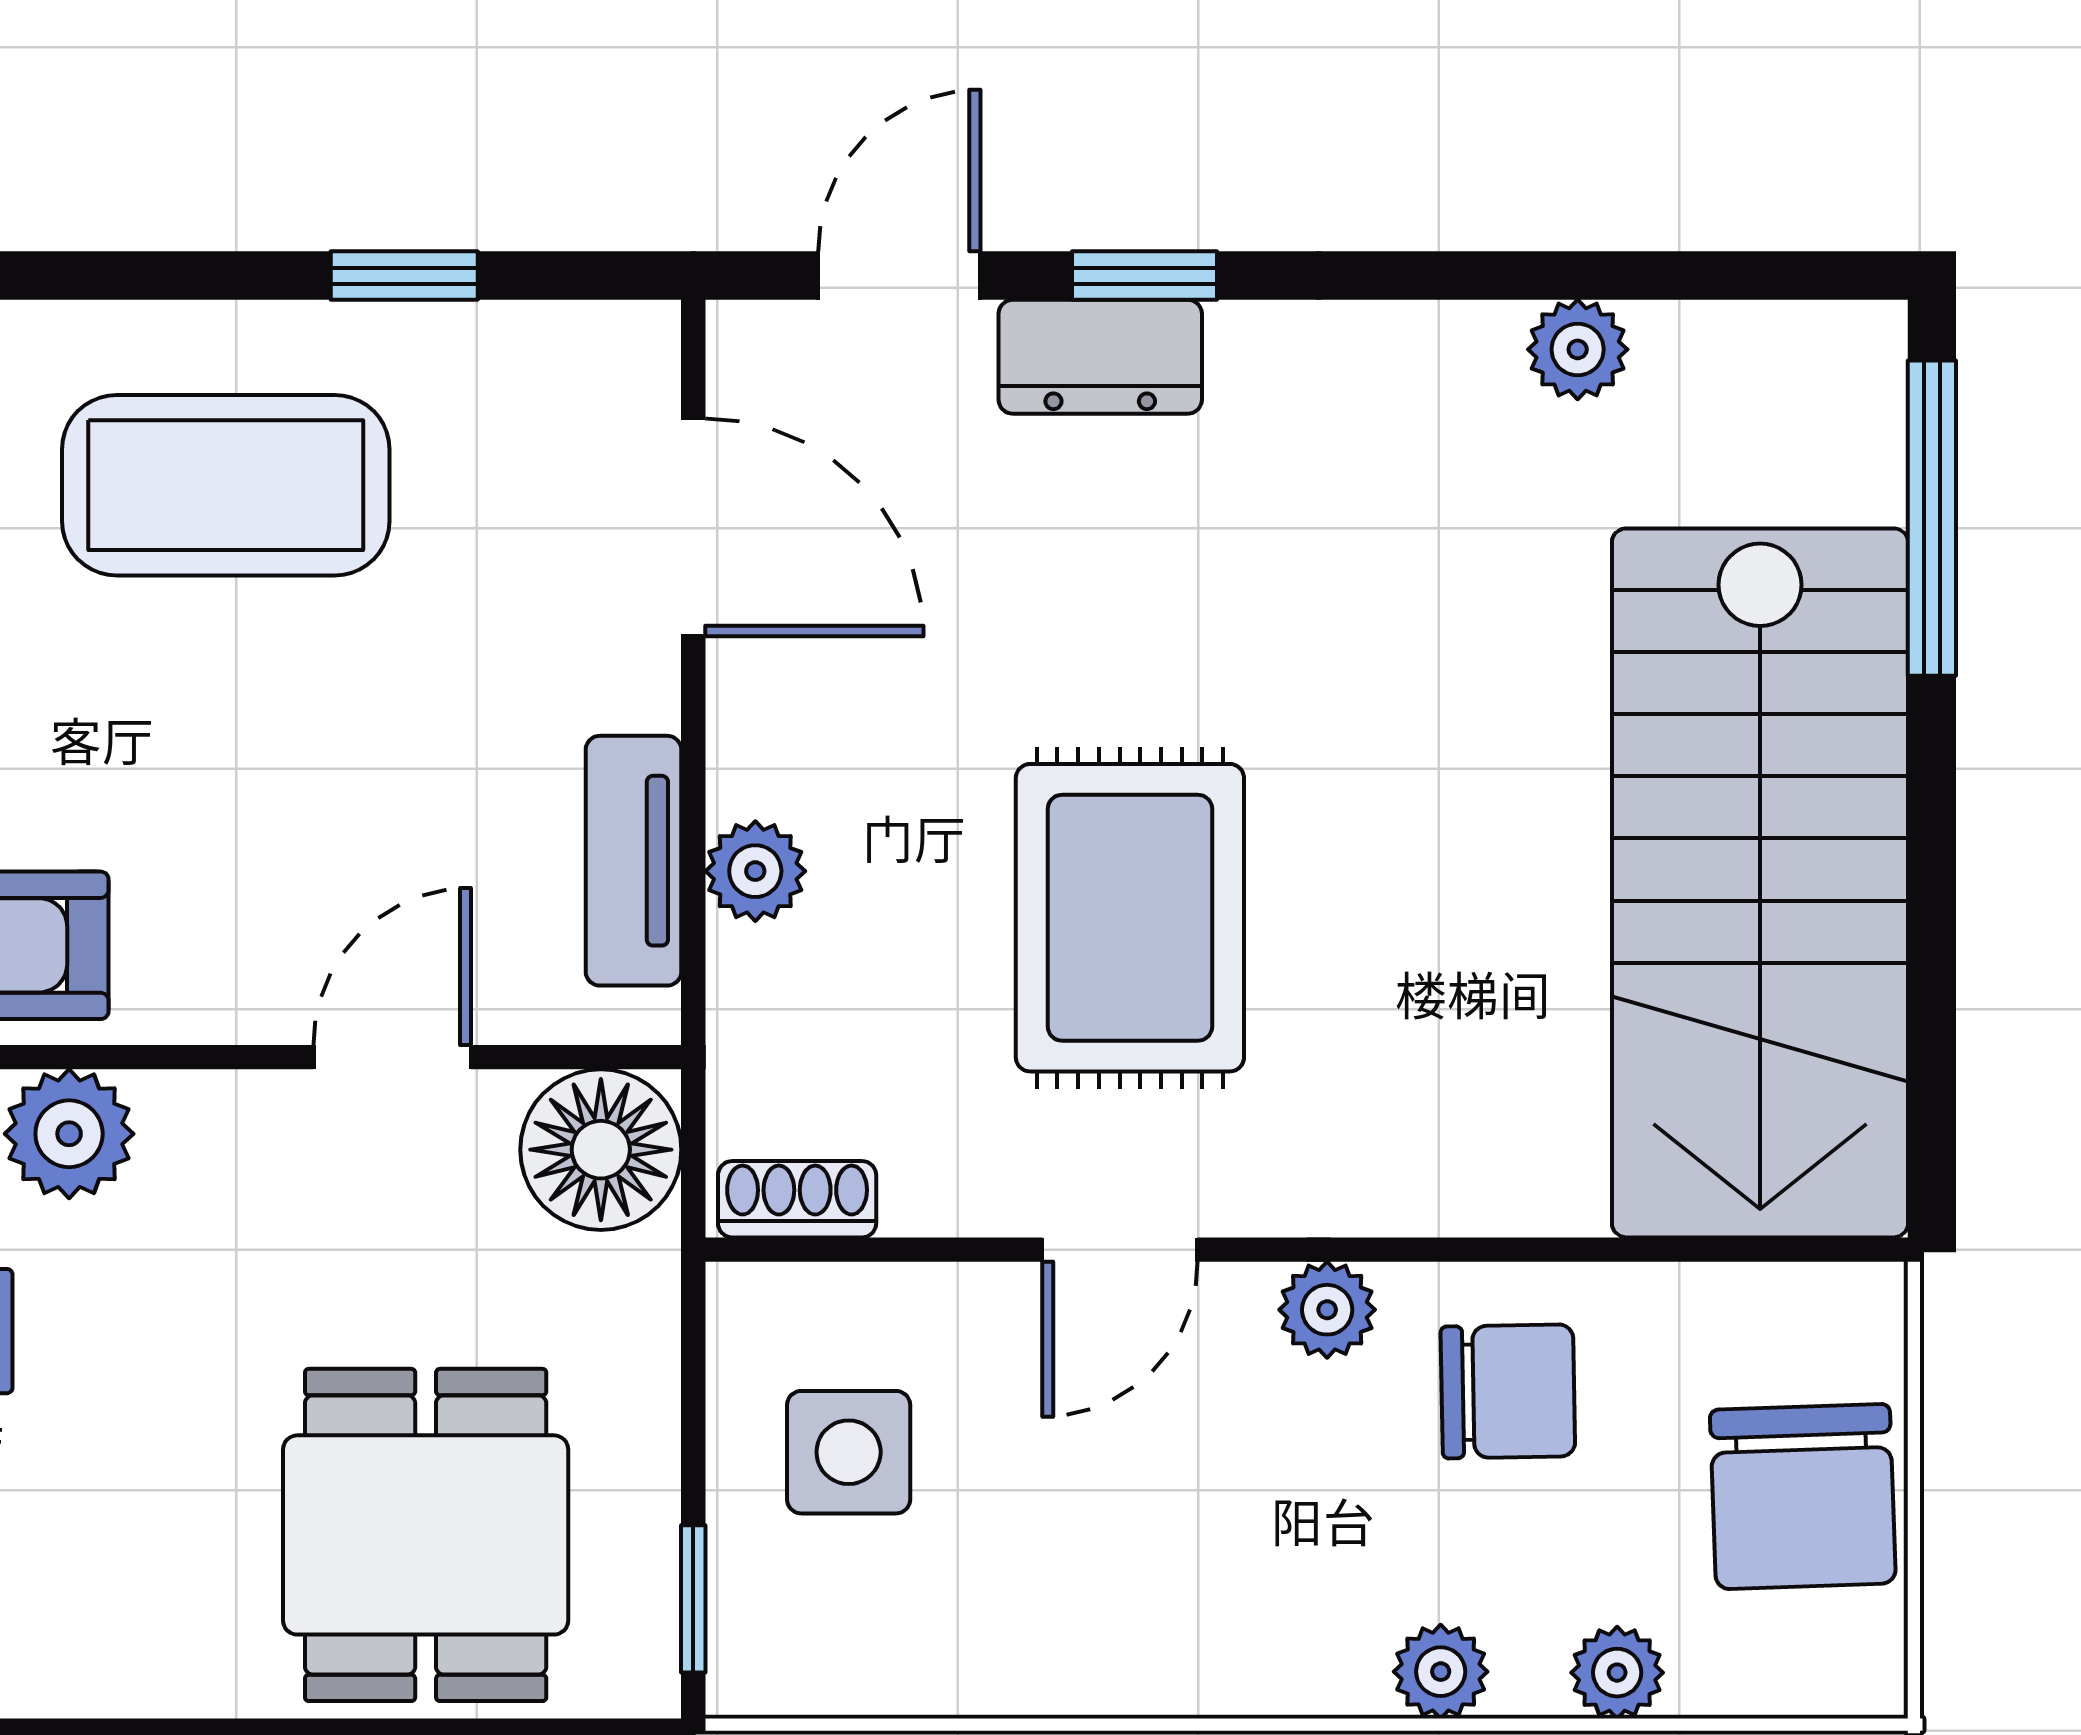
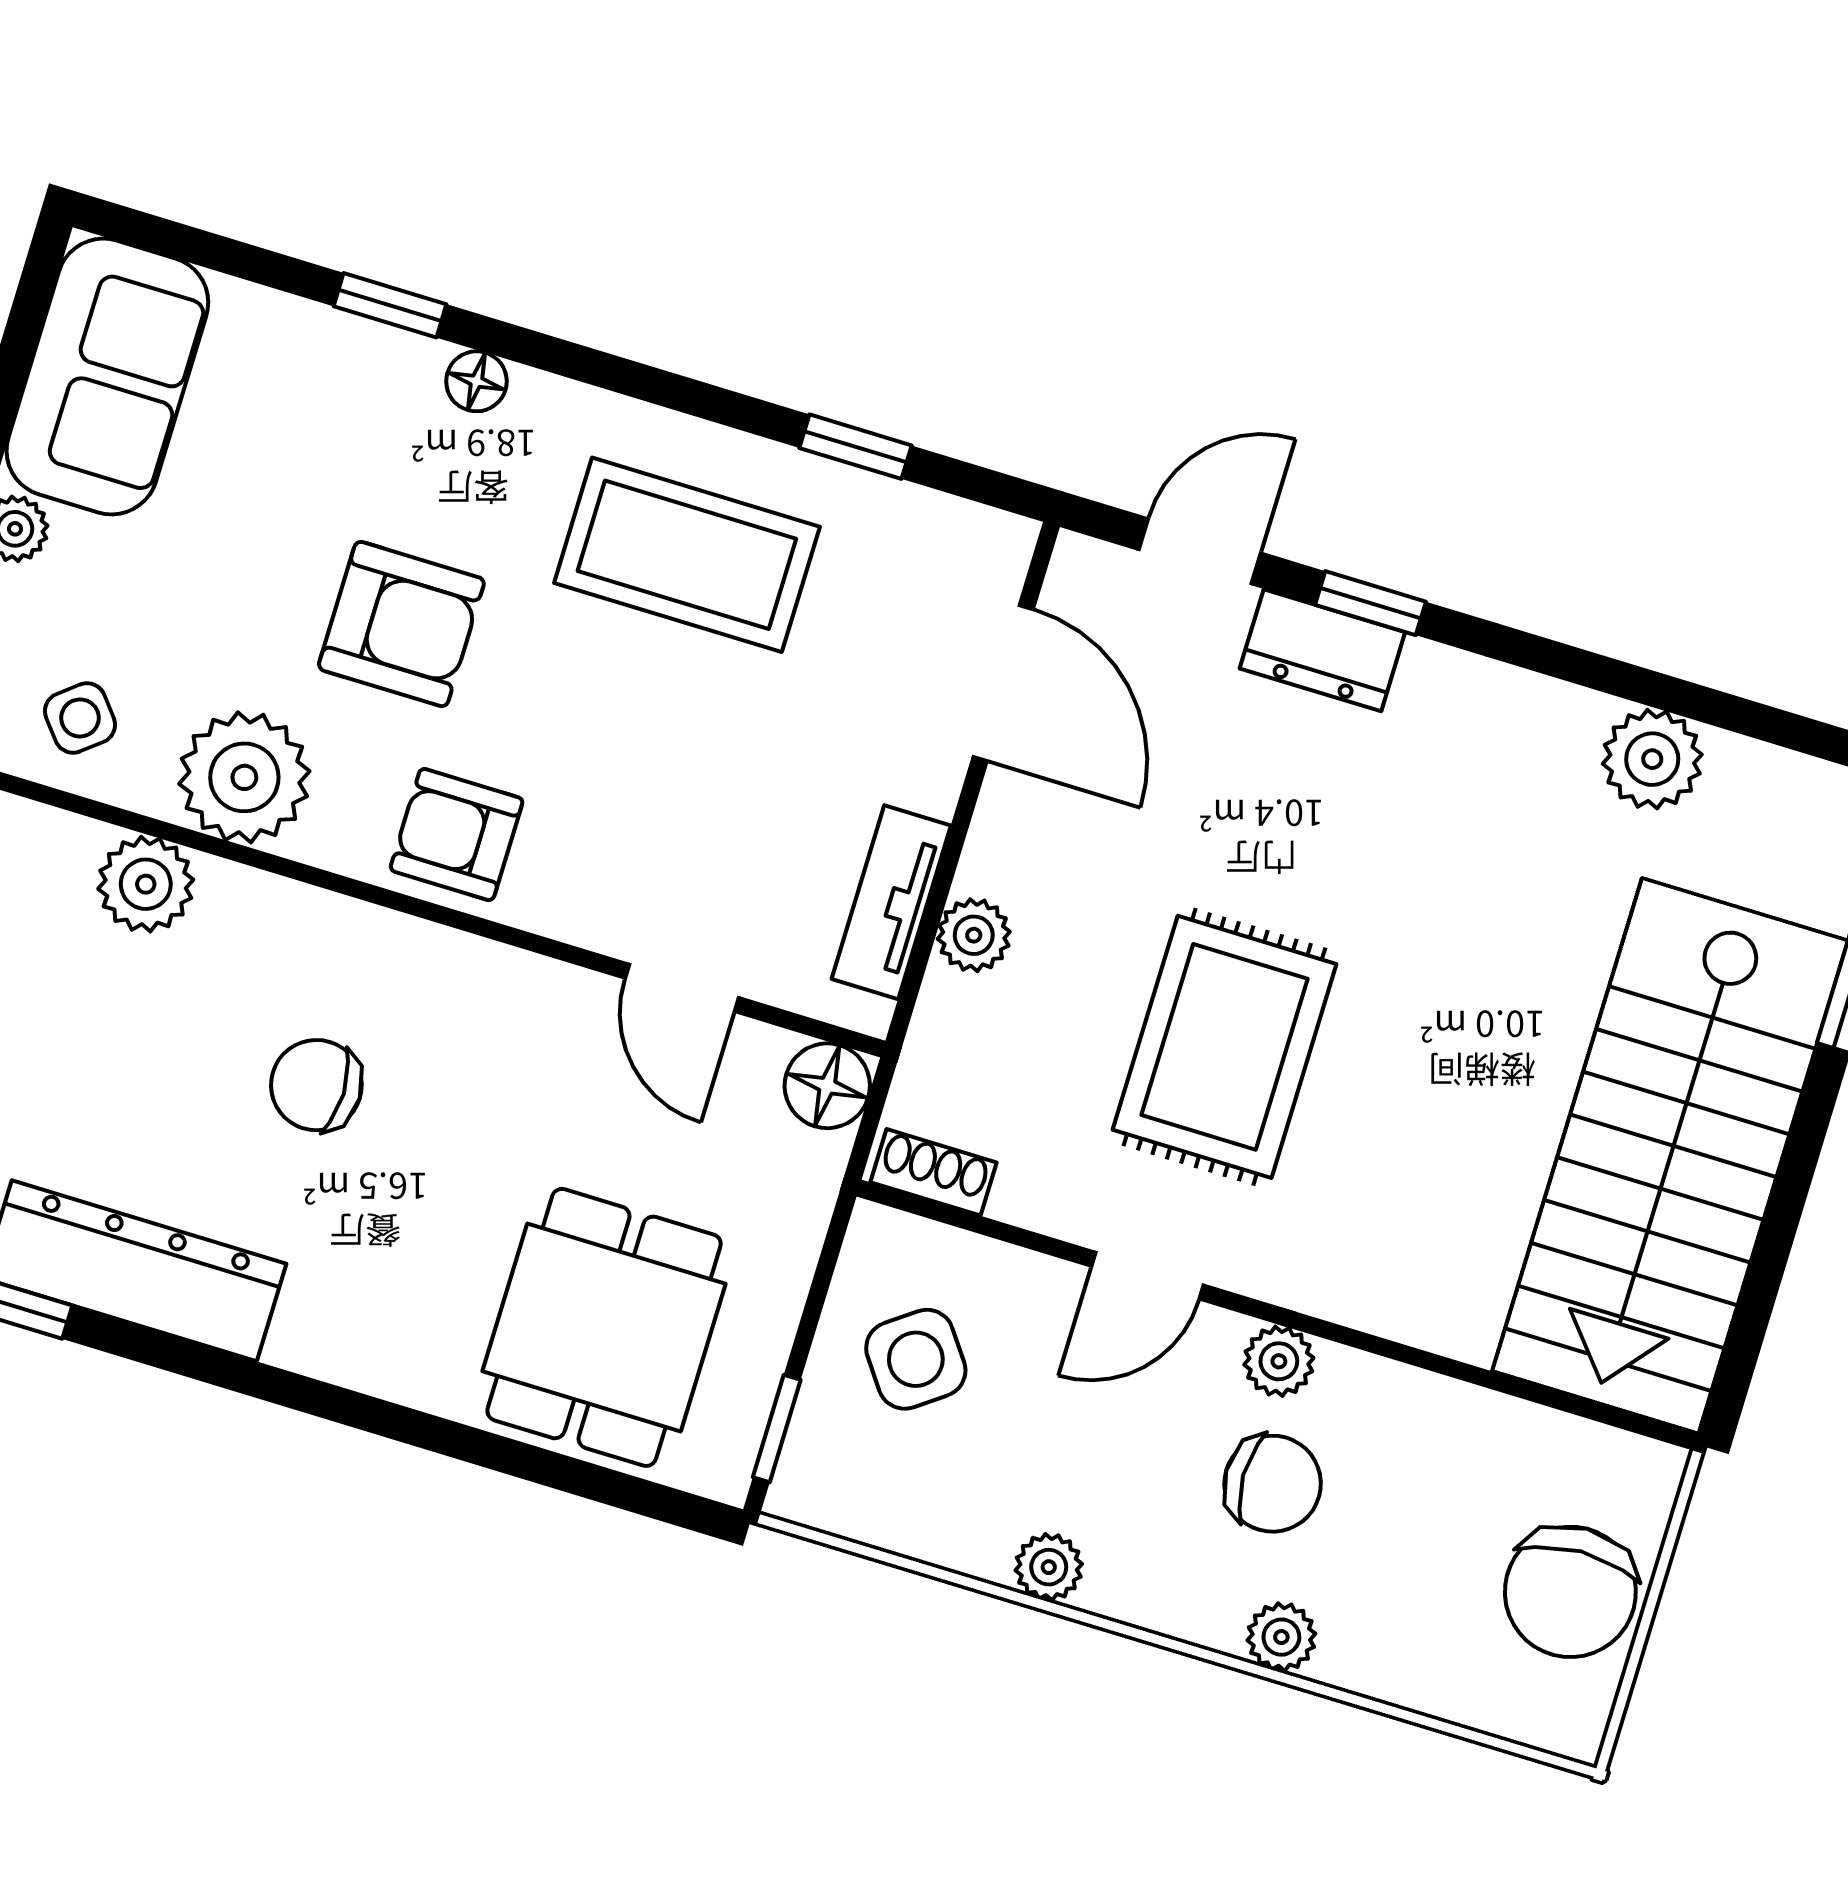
plant: (1578, 349) -> (1652, 759), width x1.38, depth x1.38
door: (392, 1057) -> (682, 988), swing flipped
plant: (69, 1134) -> (441, 973), removed
floor lamp: (601, 1150) -> (827, 1086), width x0.73, depth x0.73
chair: (1508, 1391) -> (1273, 1484), moved
side table: (849, 1452) -> (916, 1359), turned -36
plant: (1617, 1673) -> (1049, 1567), moved

